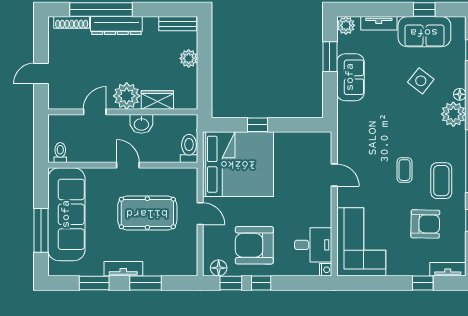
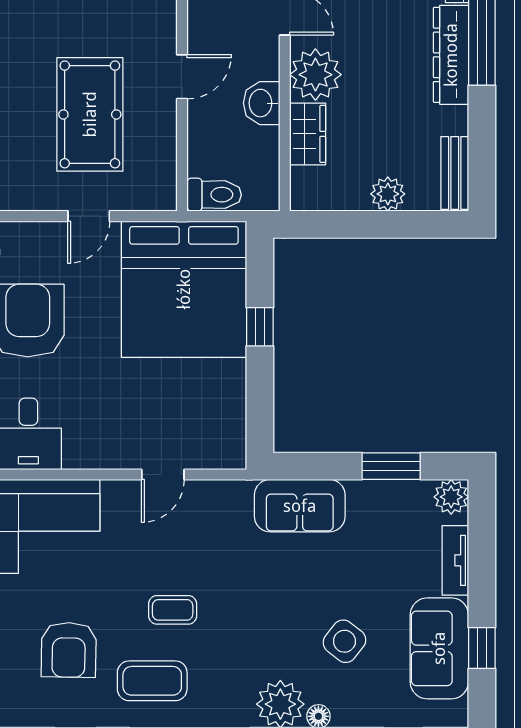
sofa: (350, 77) -> (300, 506), moved

